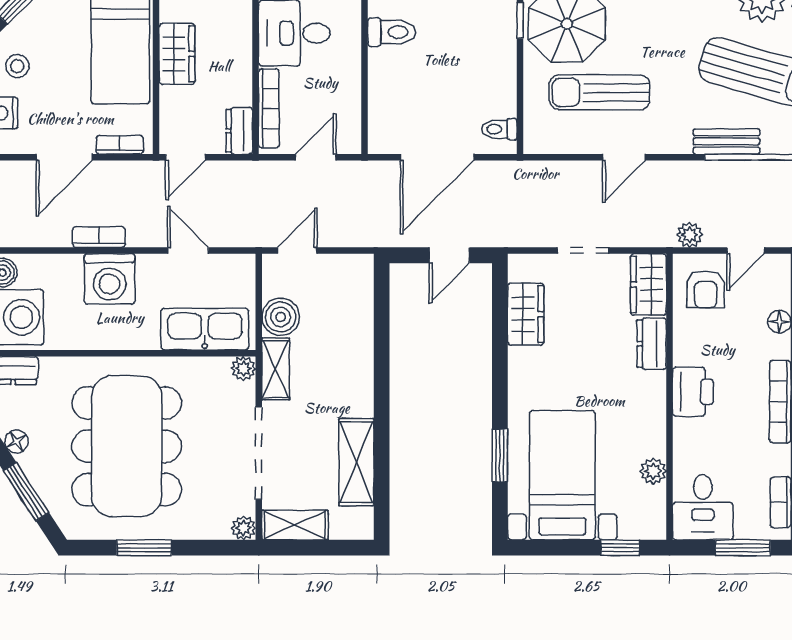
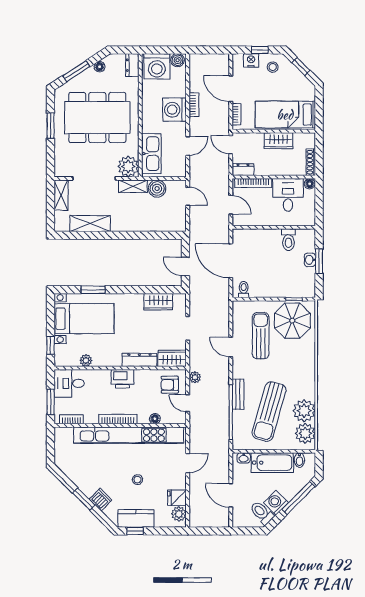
dresser: (652, 344) -> (139, 360), width x1.44
plant: (243, 369) -> (128, 166), width x1.88, depth x1.88
plant: (244, 528) -> (60, 171), removed

